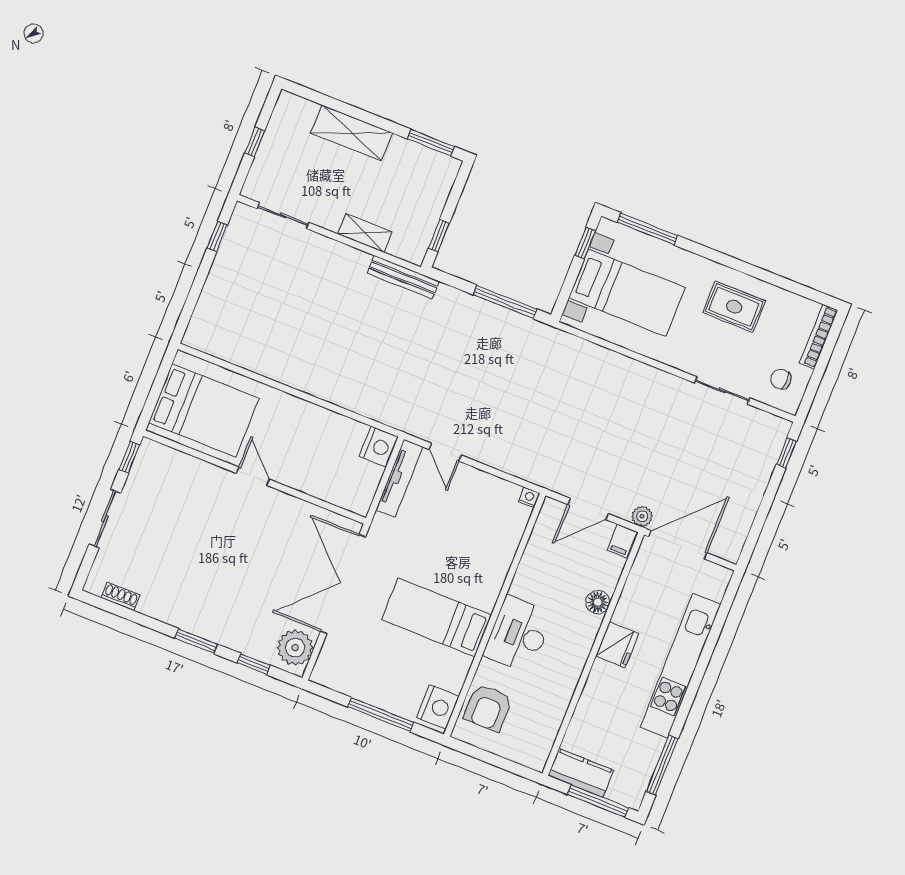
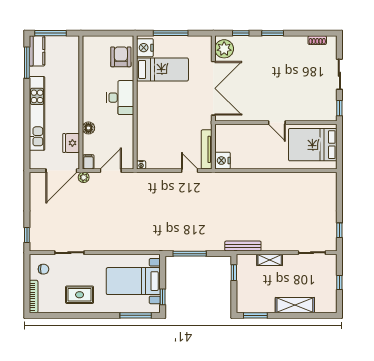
bed: (437, 617) -> (162, 69), moved
fridge: (617, 645) -> (71, 143), moved
kitchen counter: (581, 773) -> (37, 51), moved, turned -90

